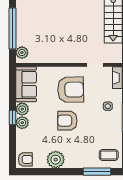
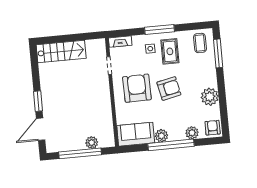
plant: (22, 53) -> (92, 143), moved
window: (12, 118) -> (171, 145), width x3.17
armchair: (67, 121) -> (169, 88), turned -102
plant: (22, 123) -> (192, 133), moved
rug: (103, 125) -> (170, 51), added

